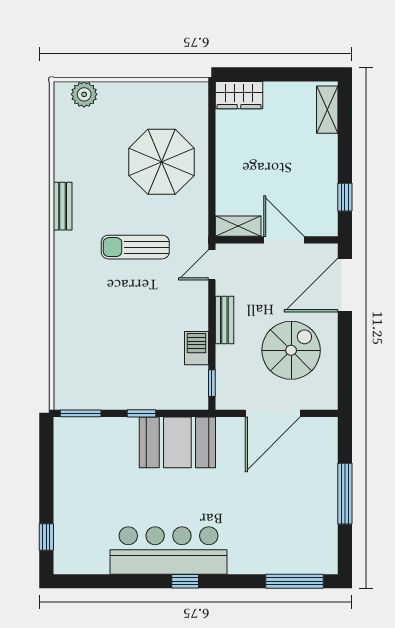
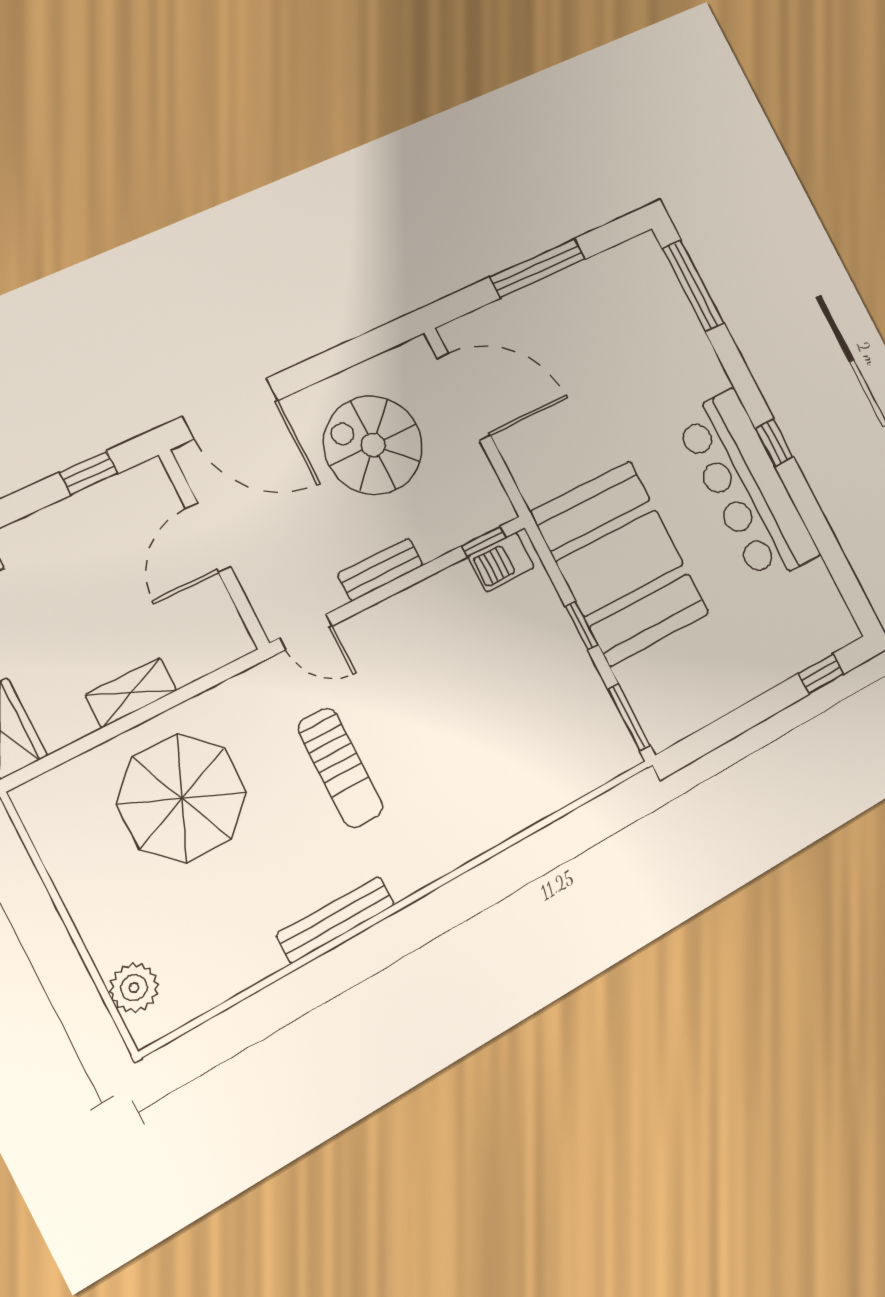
bench: (63, 206) -> (336, 920), width x1.36
shelving: (238, 226) -> (131, 693), moved, turned 90
barbecue: (196, 348) -> (501, 562), moved
door: (273, 413) -> (464, 397), moved
booth: (177, 442) -> (620, 563), width x1.36, depth x1.42

